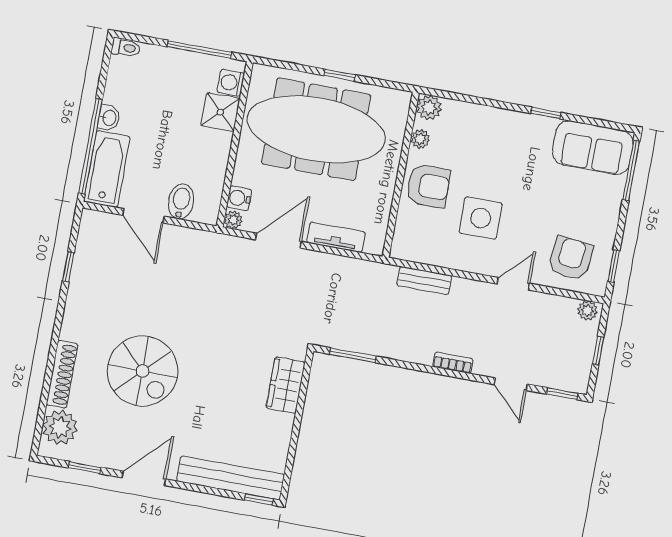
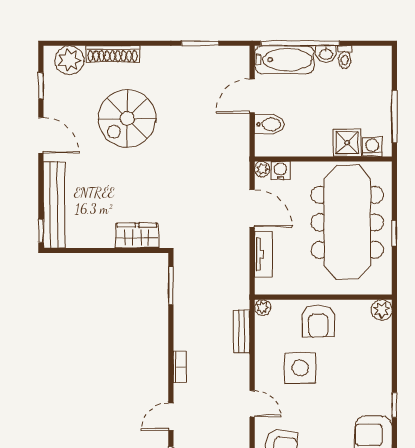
toilet: (126, 48) -> (345, 57), moved
plant: (420, 139) -> (263, 308), moved
window: (68, 267) -> (200, 43), width x1.50

